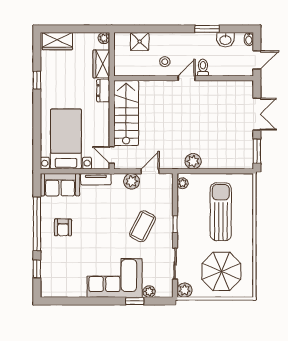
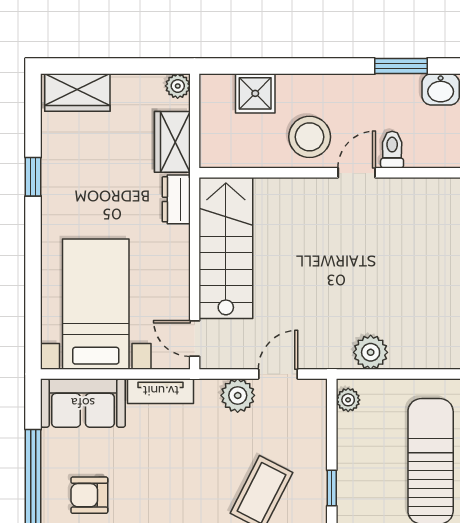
stool: (165, 62) -> (310, 137), width x1.89, depth x1.89
armchair: (63, 227) -> (89, 495), turned 90

